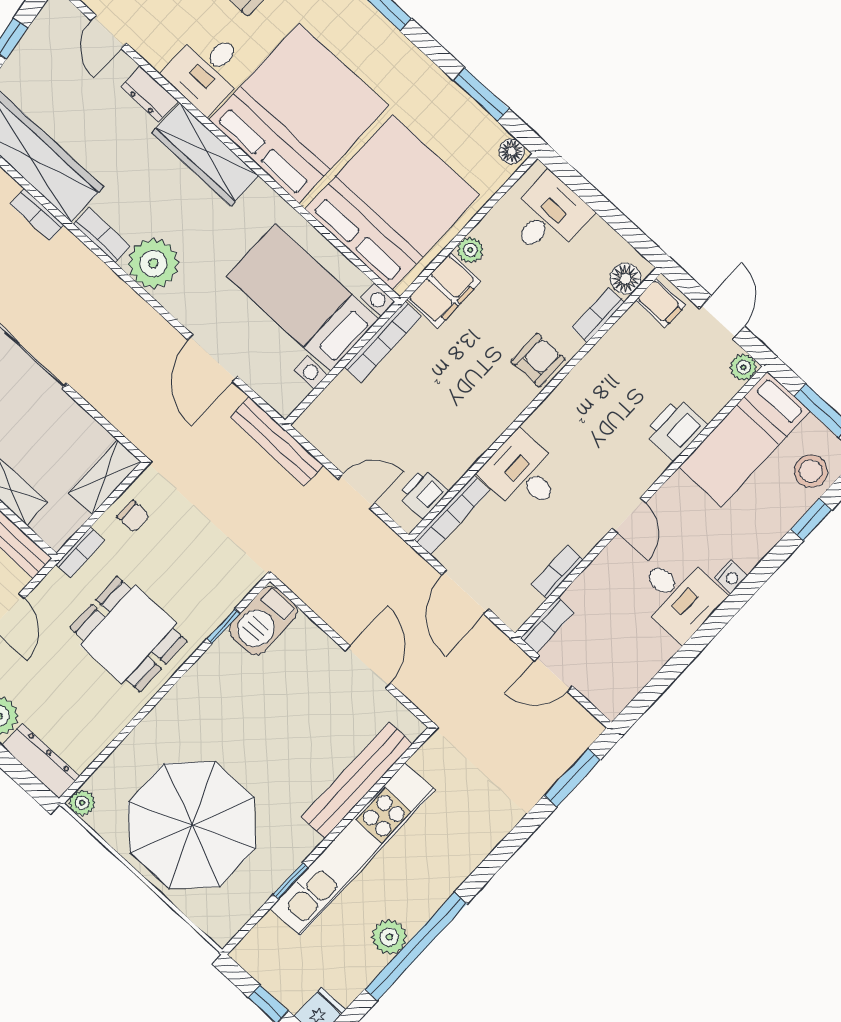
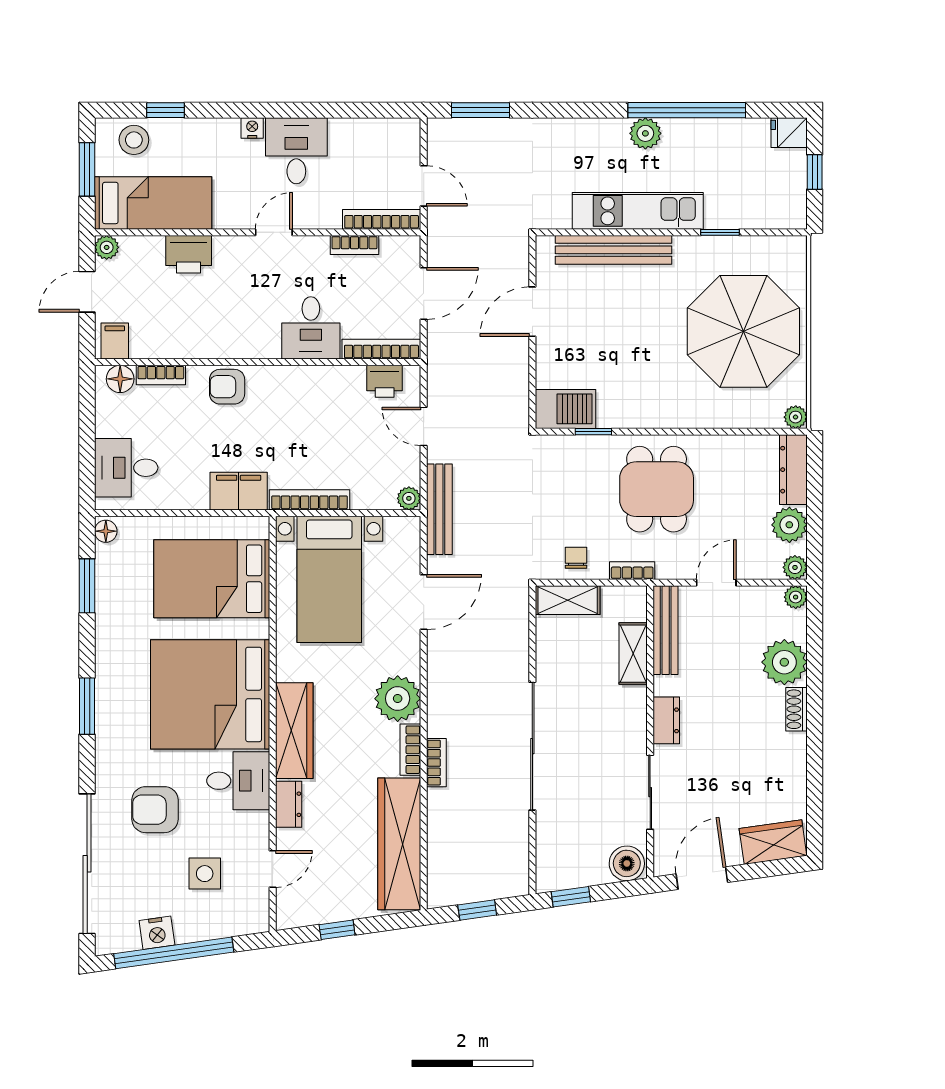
bed: (392, 202) -> (212, 579), width x0.73
bookcase: (37, 215) -> (436, 763), moved
plant: (470, 250) -> (409, 498), moved
bookcase: (547, 625) -> (382, 219), width x1.56
kitchen unit: (353, 849) -> (638, 211), width x0.73
plant: (389, 937) -> (645, 133), moved

